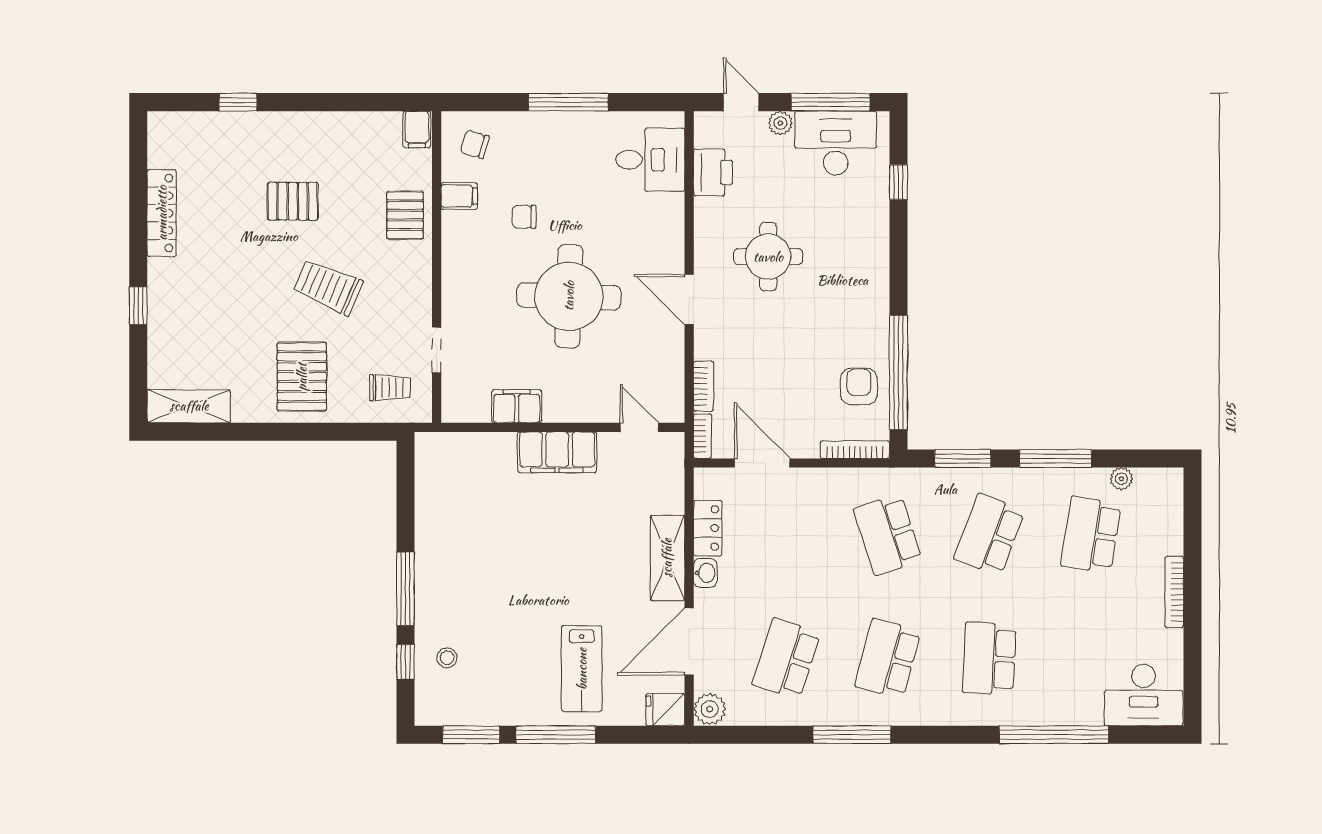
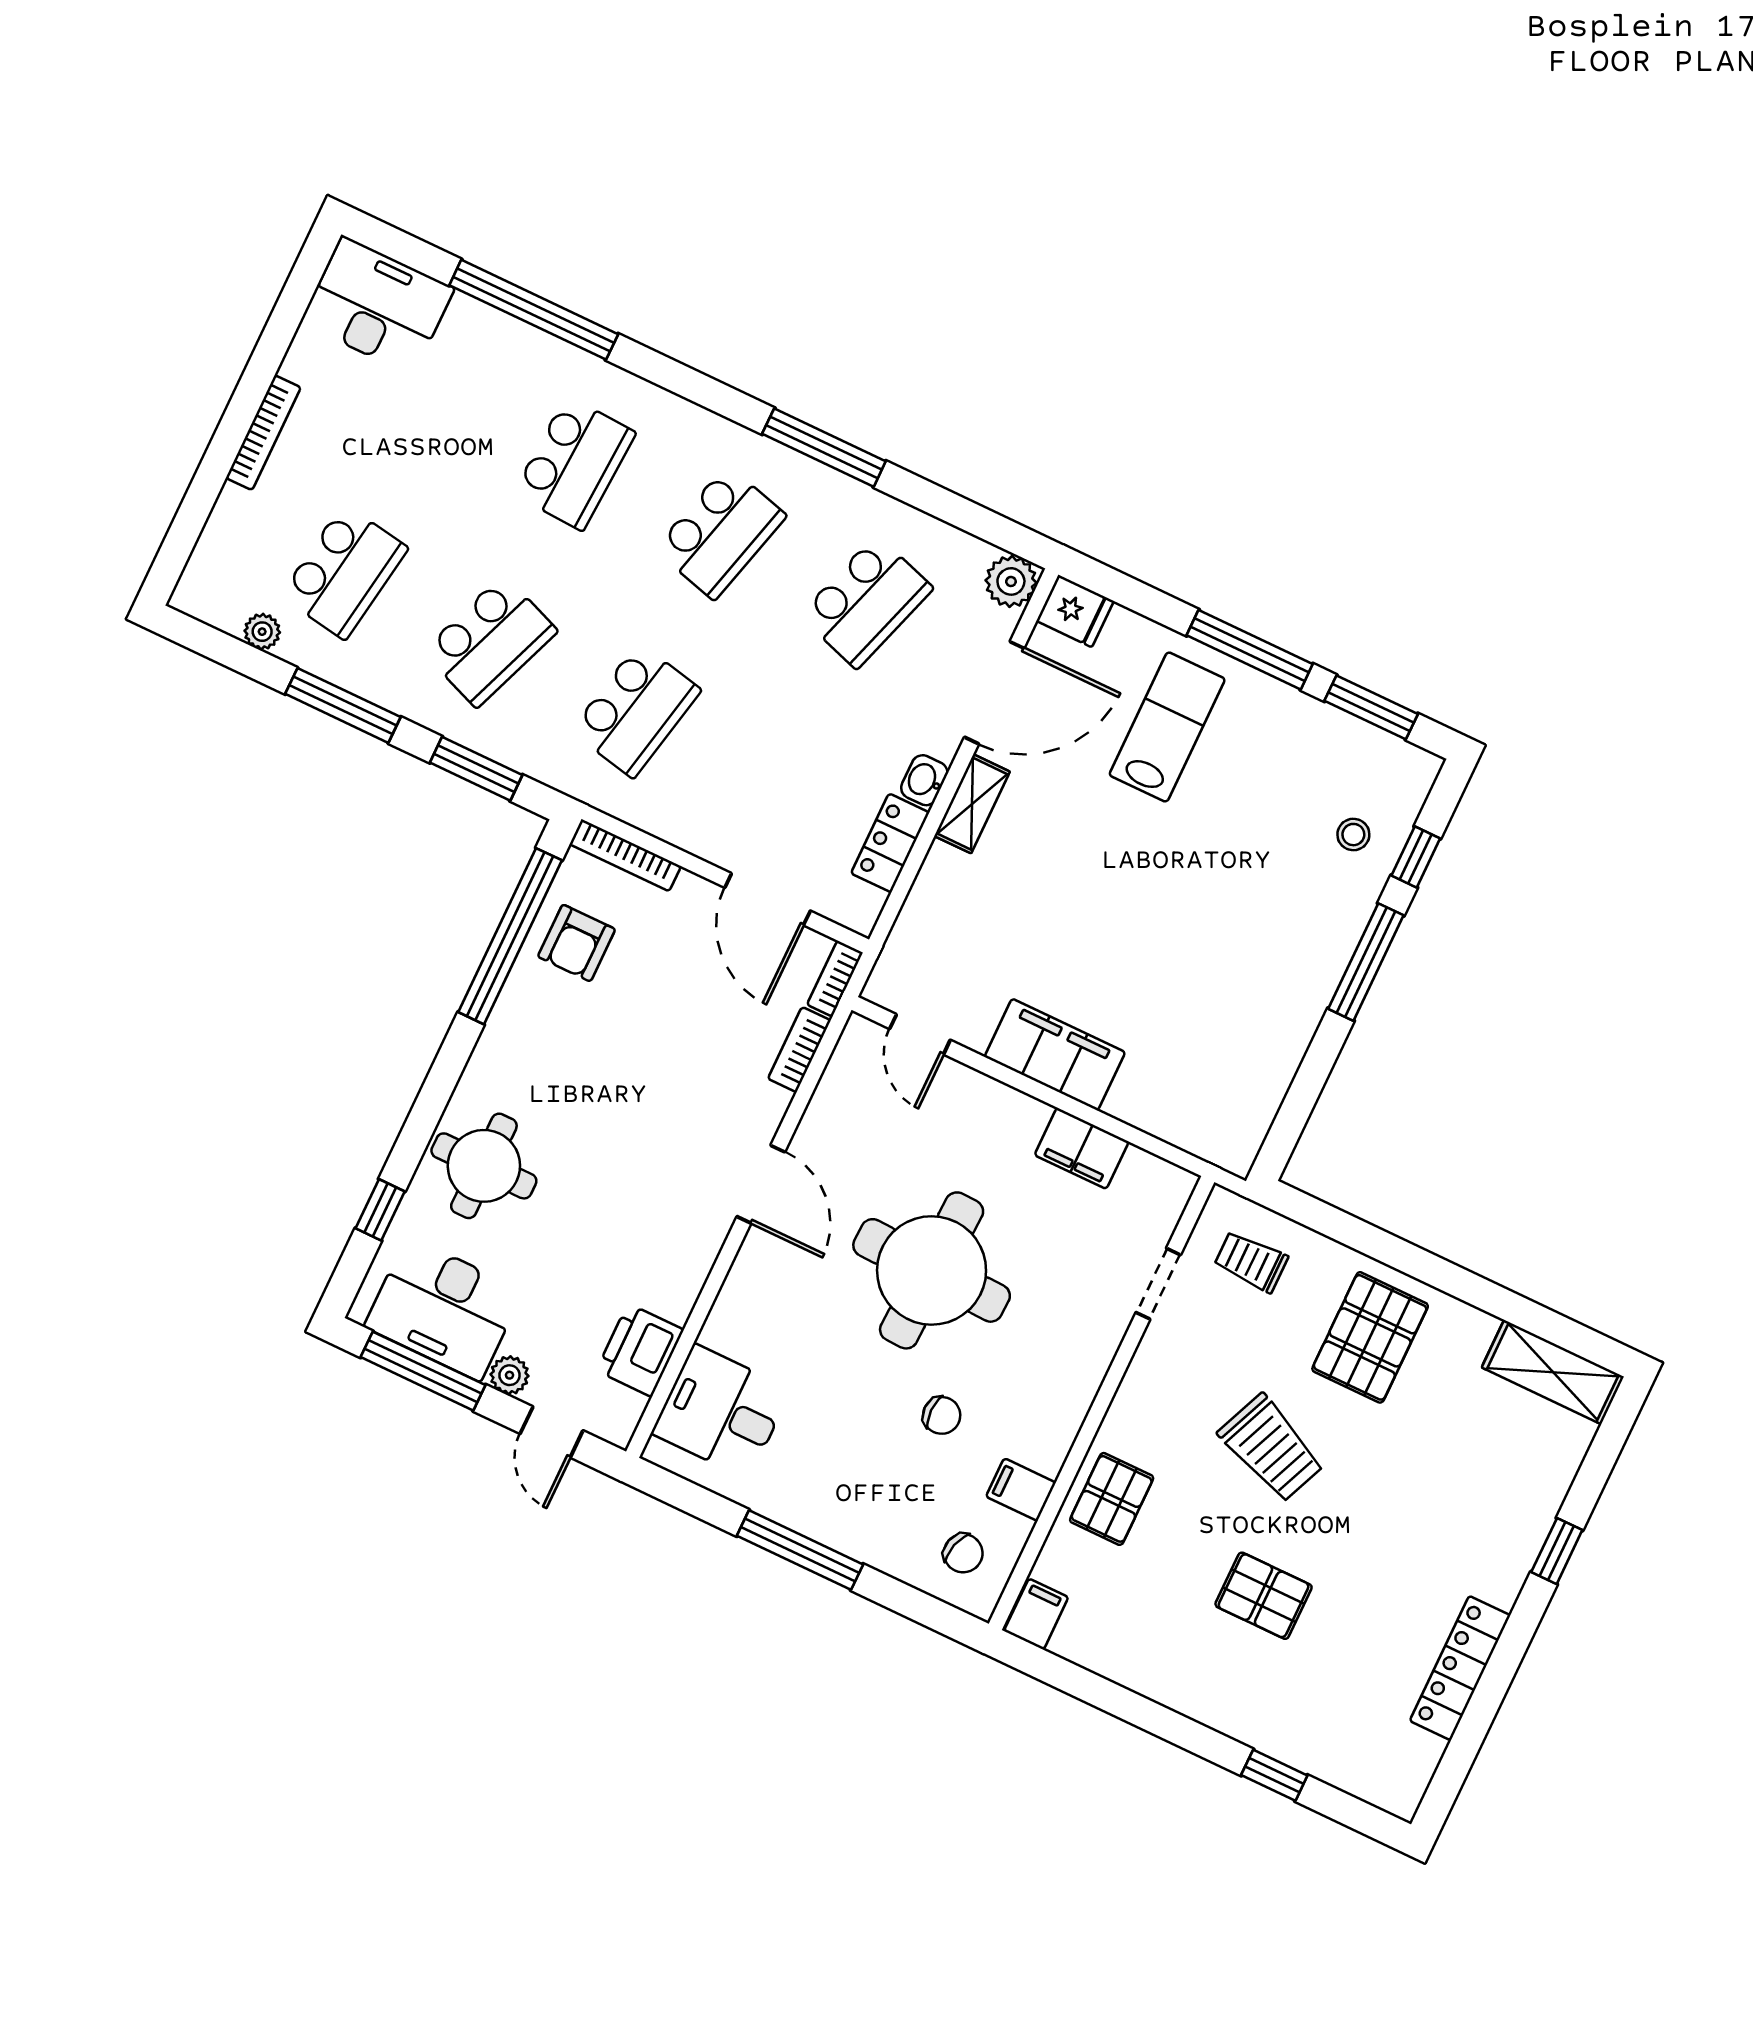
round table: (768, 257) -> (484, 1166), moved
school desk: (888, 535) -> (636, 711), turned 30
shelving: (667, 558) -> (972, 804), width x0.67, depth x0.75

